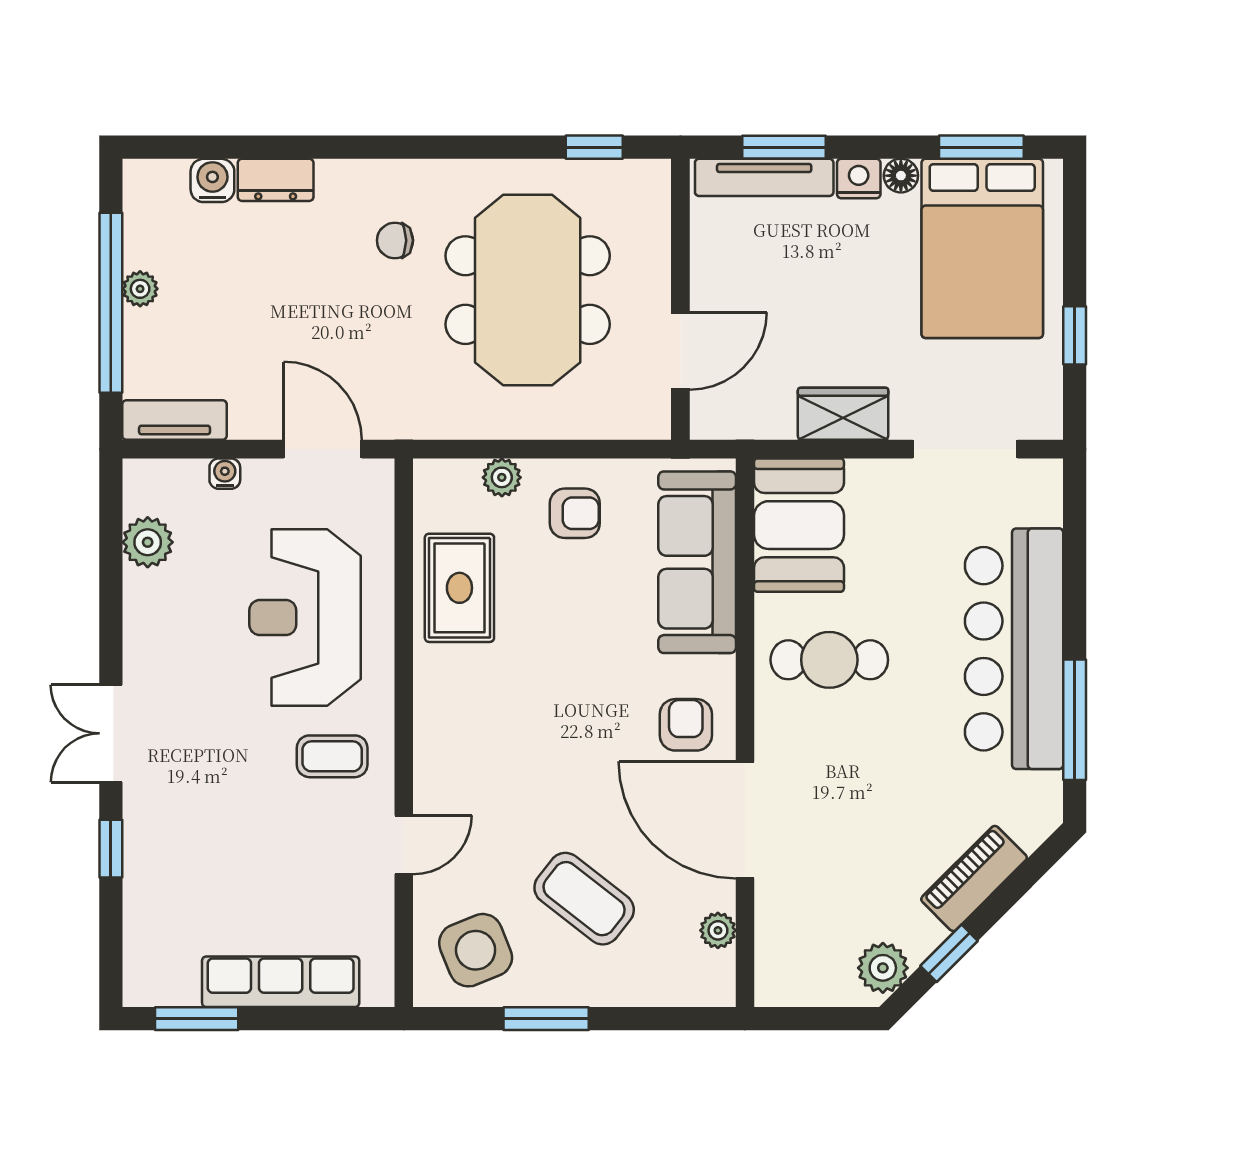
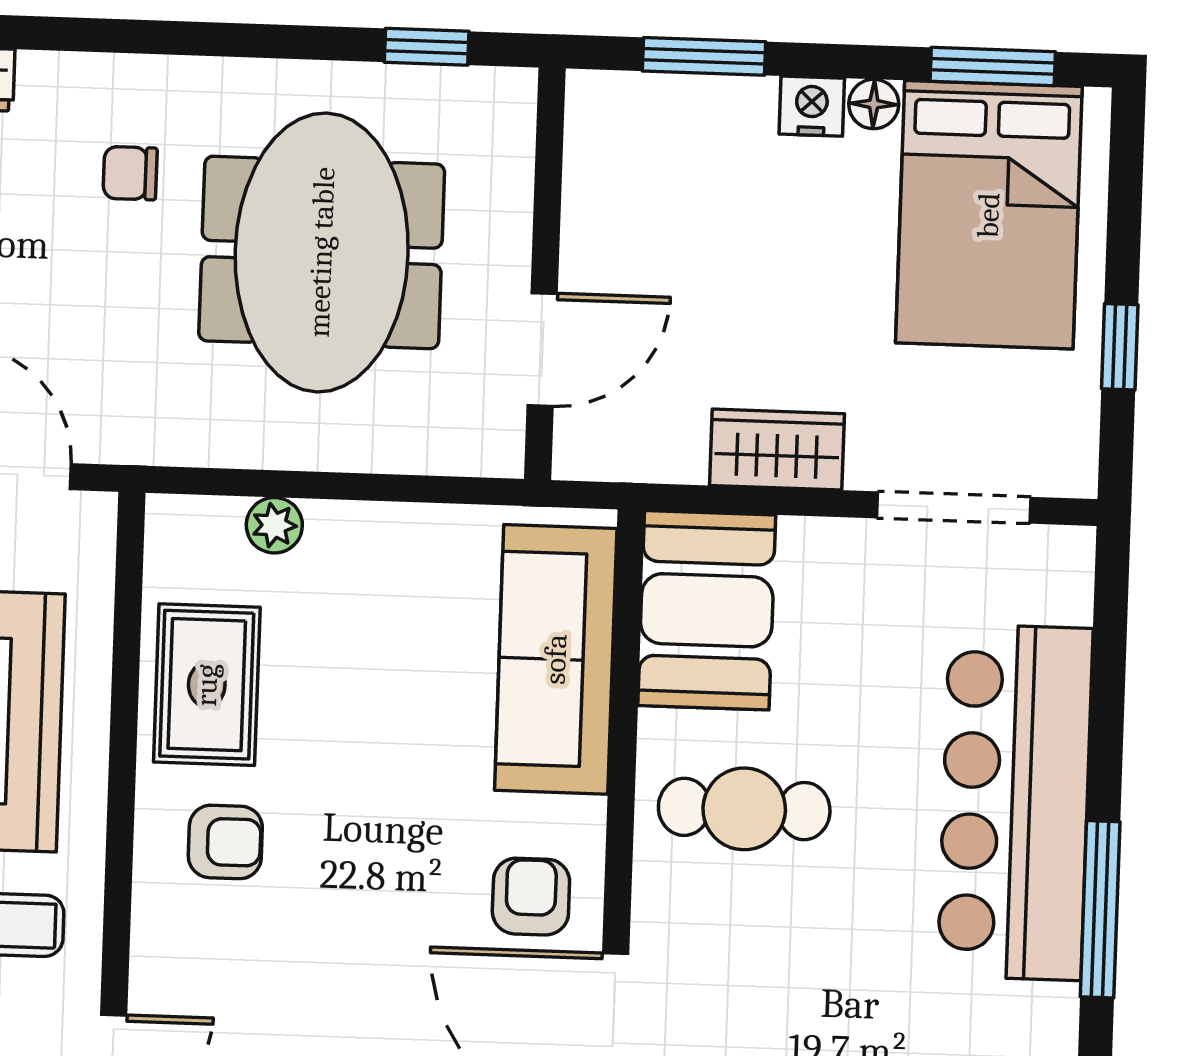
tv unit: (764, 177) -> (674, 100), removed
armchair: (575, 513) -> (225, 842), moved

